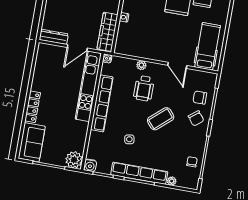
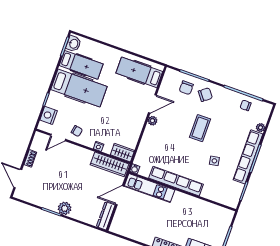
wardrobe: (122, 43) -> (122, 153), added
door: (77, 48) -> (120, 195), swing flipped
plant: (141, 65) -> (152, 121), moved
kitchen unit: (88, 86) -> (149, 188), width x0.73
wheelchair: (144, 88) -> (169, 139), removed
coffee table: (161, 119) -> (200, 128), turned 41
plant: (74, 160) -> (225, 216), removed
water cooler: (90, 165) -> (233, 202), removed

